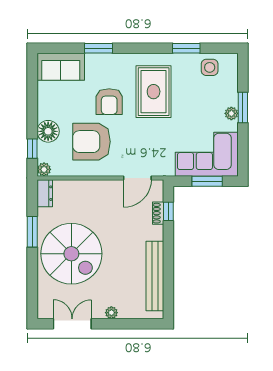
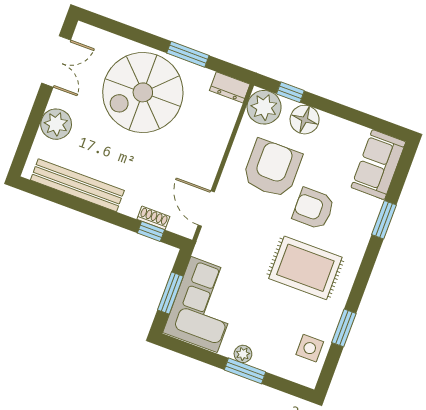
plant: (44, 169) -> (264, 107), width x1.87, depth x1.87
plant: (111, 313) -> (56, 124), width x1.88, depth x1.88

